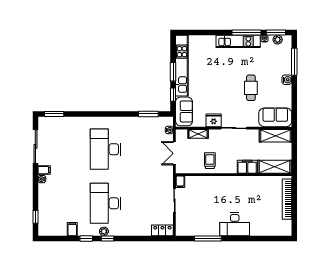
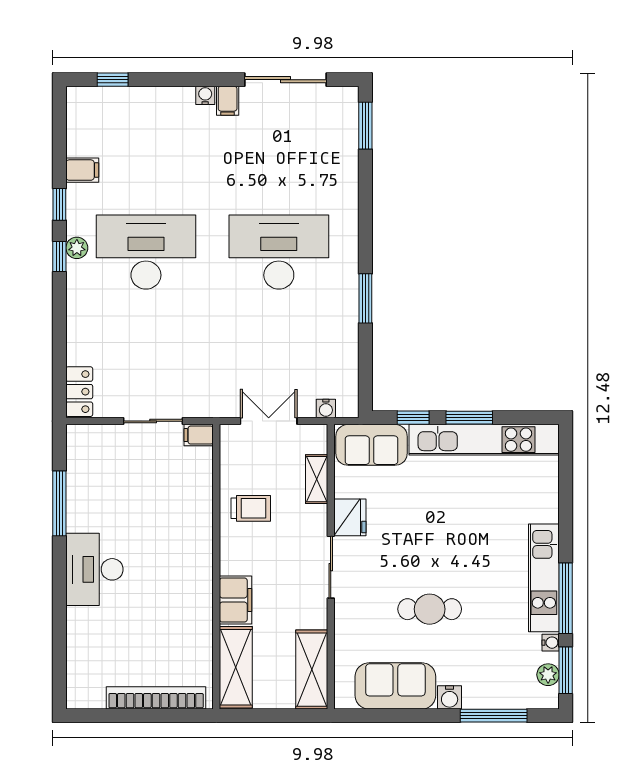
window: (148, 114) -> (365, 298), moved
sofa: (275, 117) -> (395, 686), moved, turned -90

